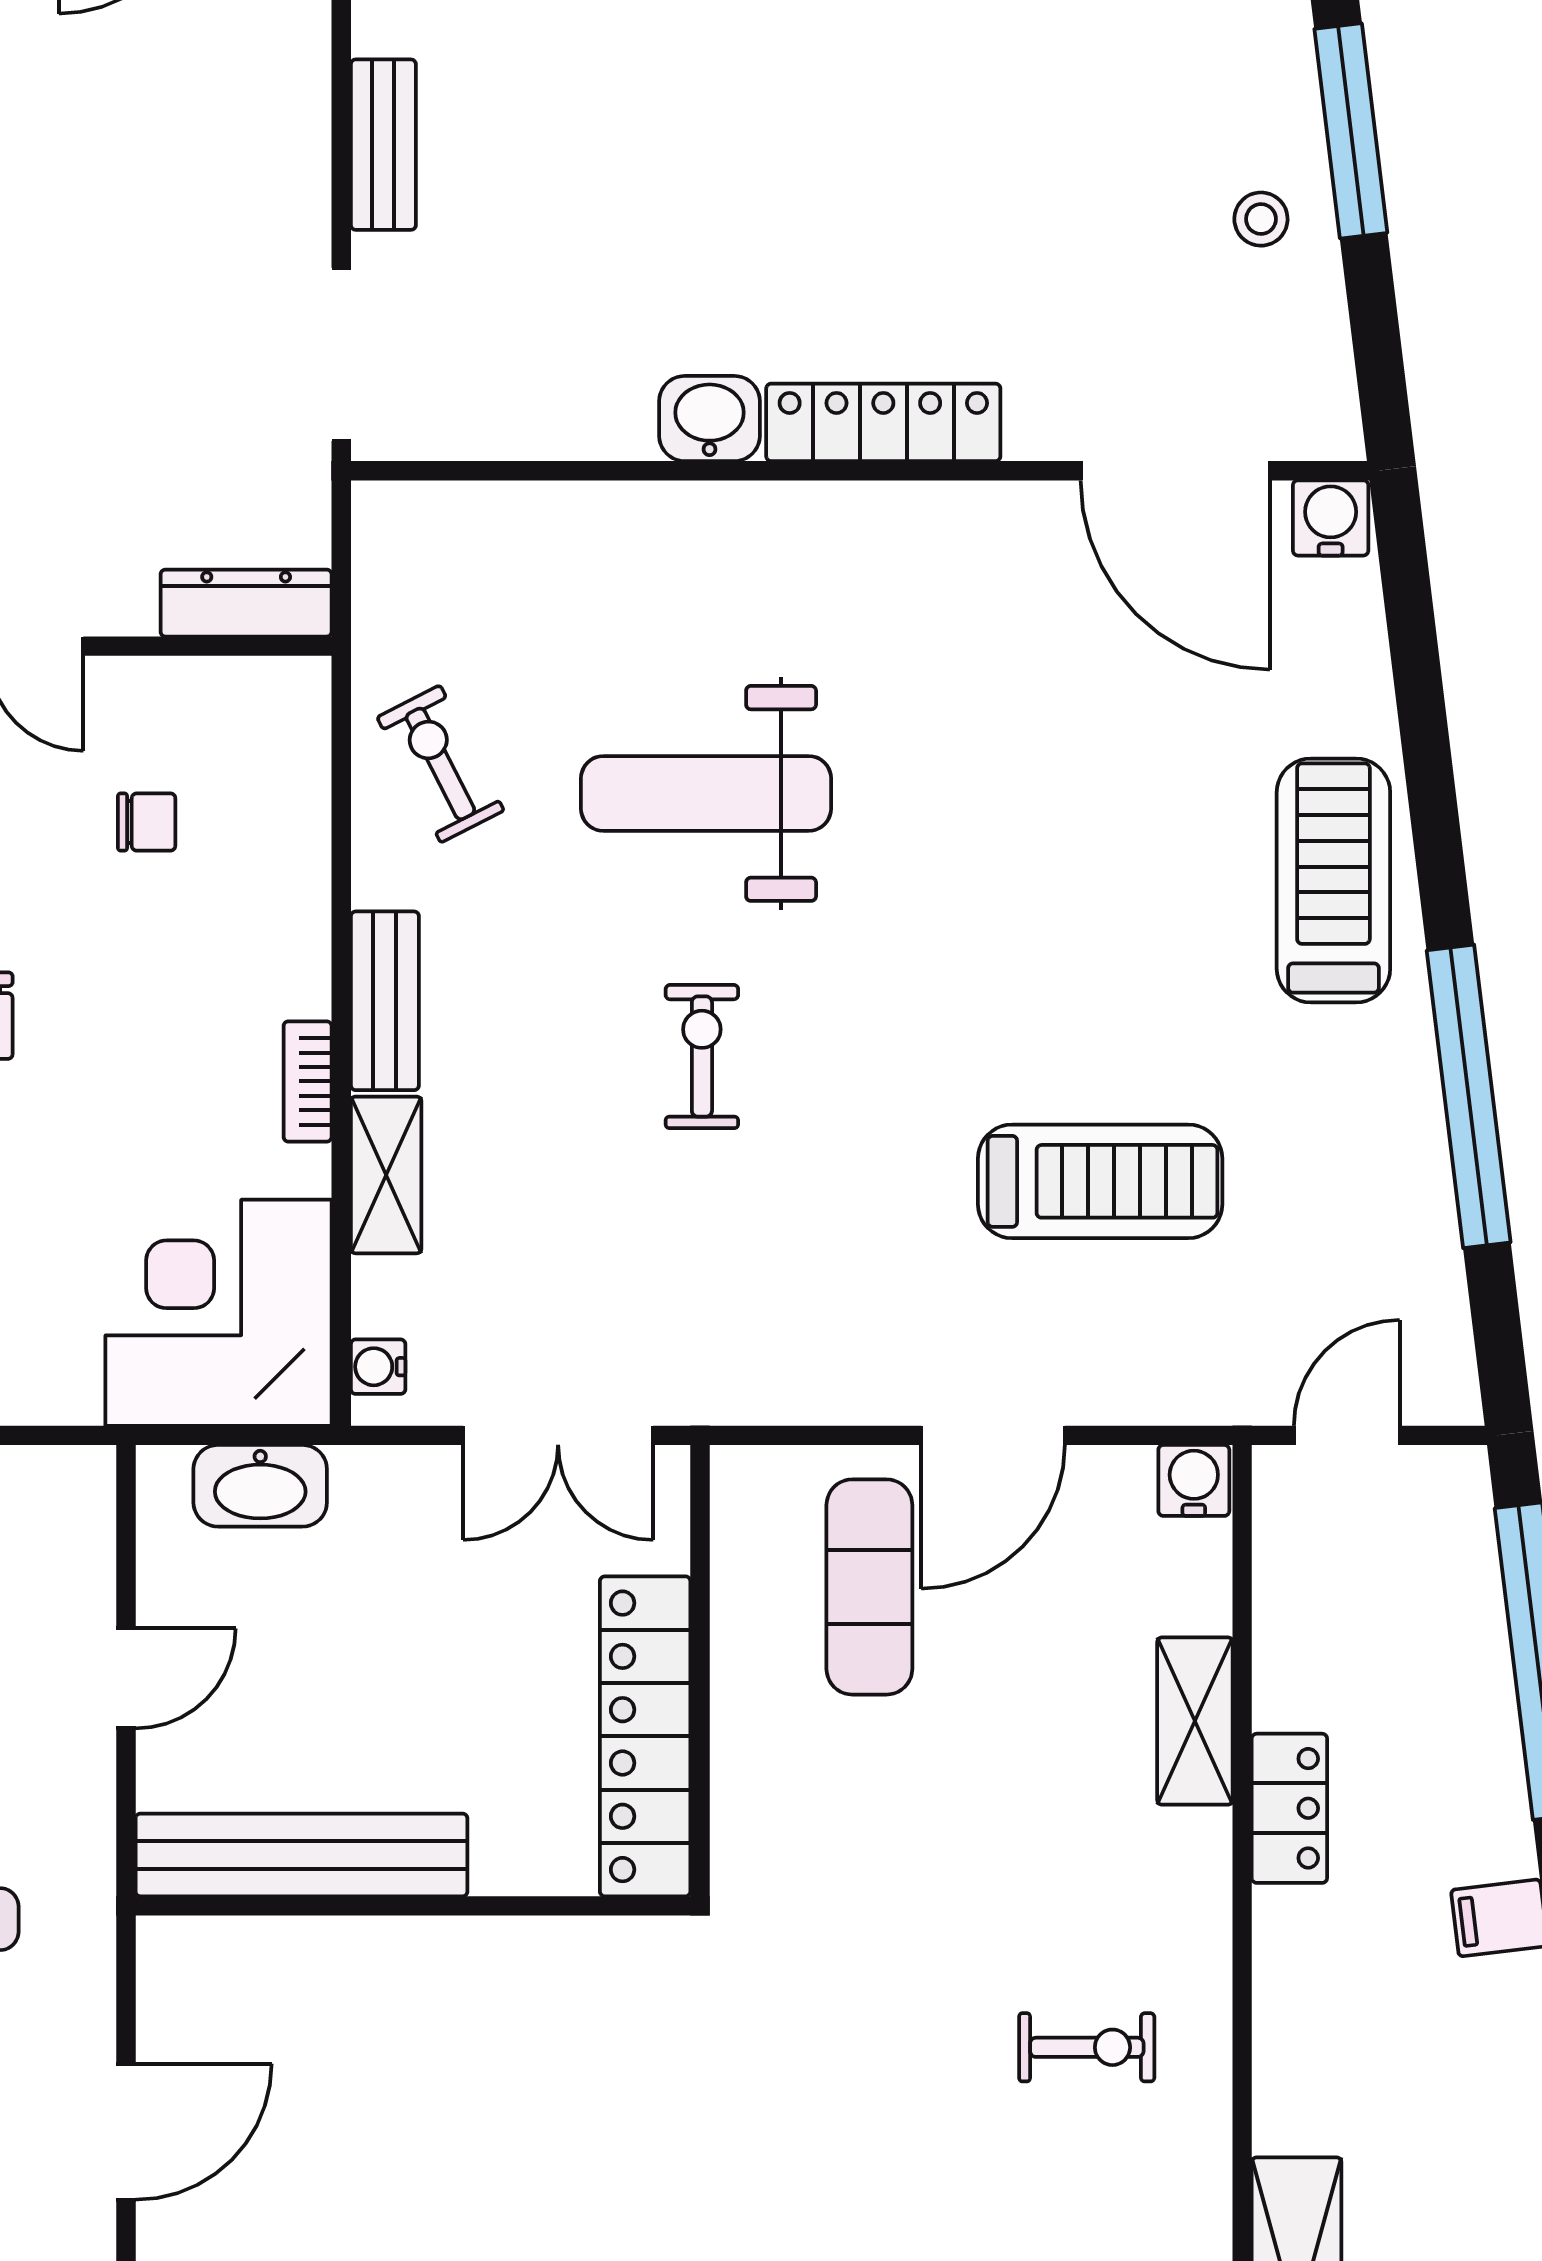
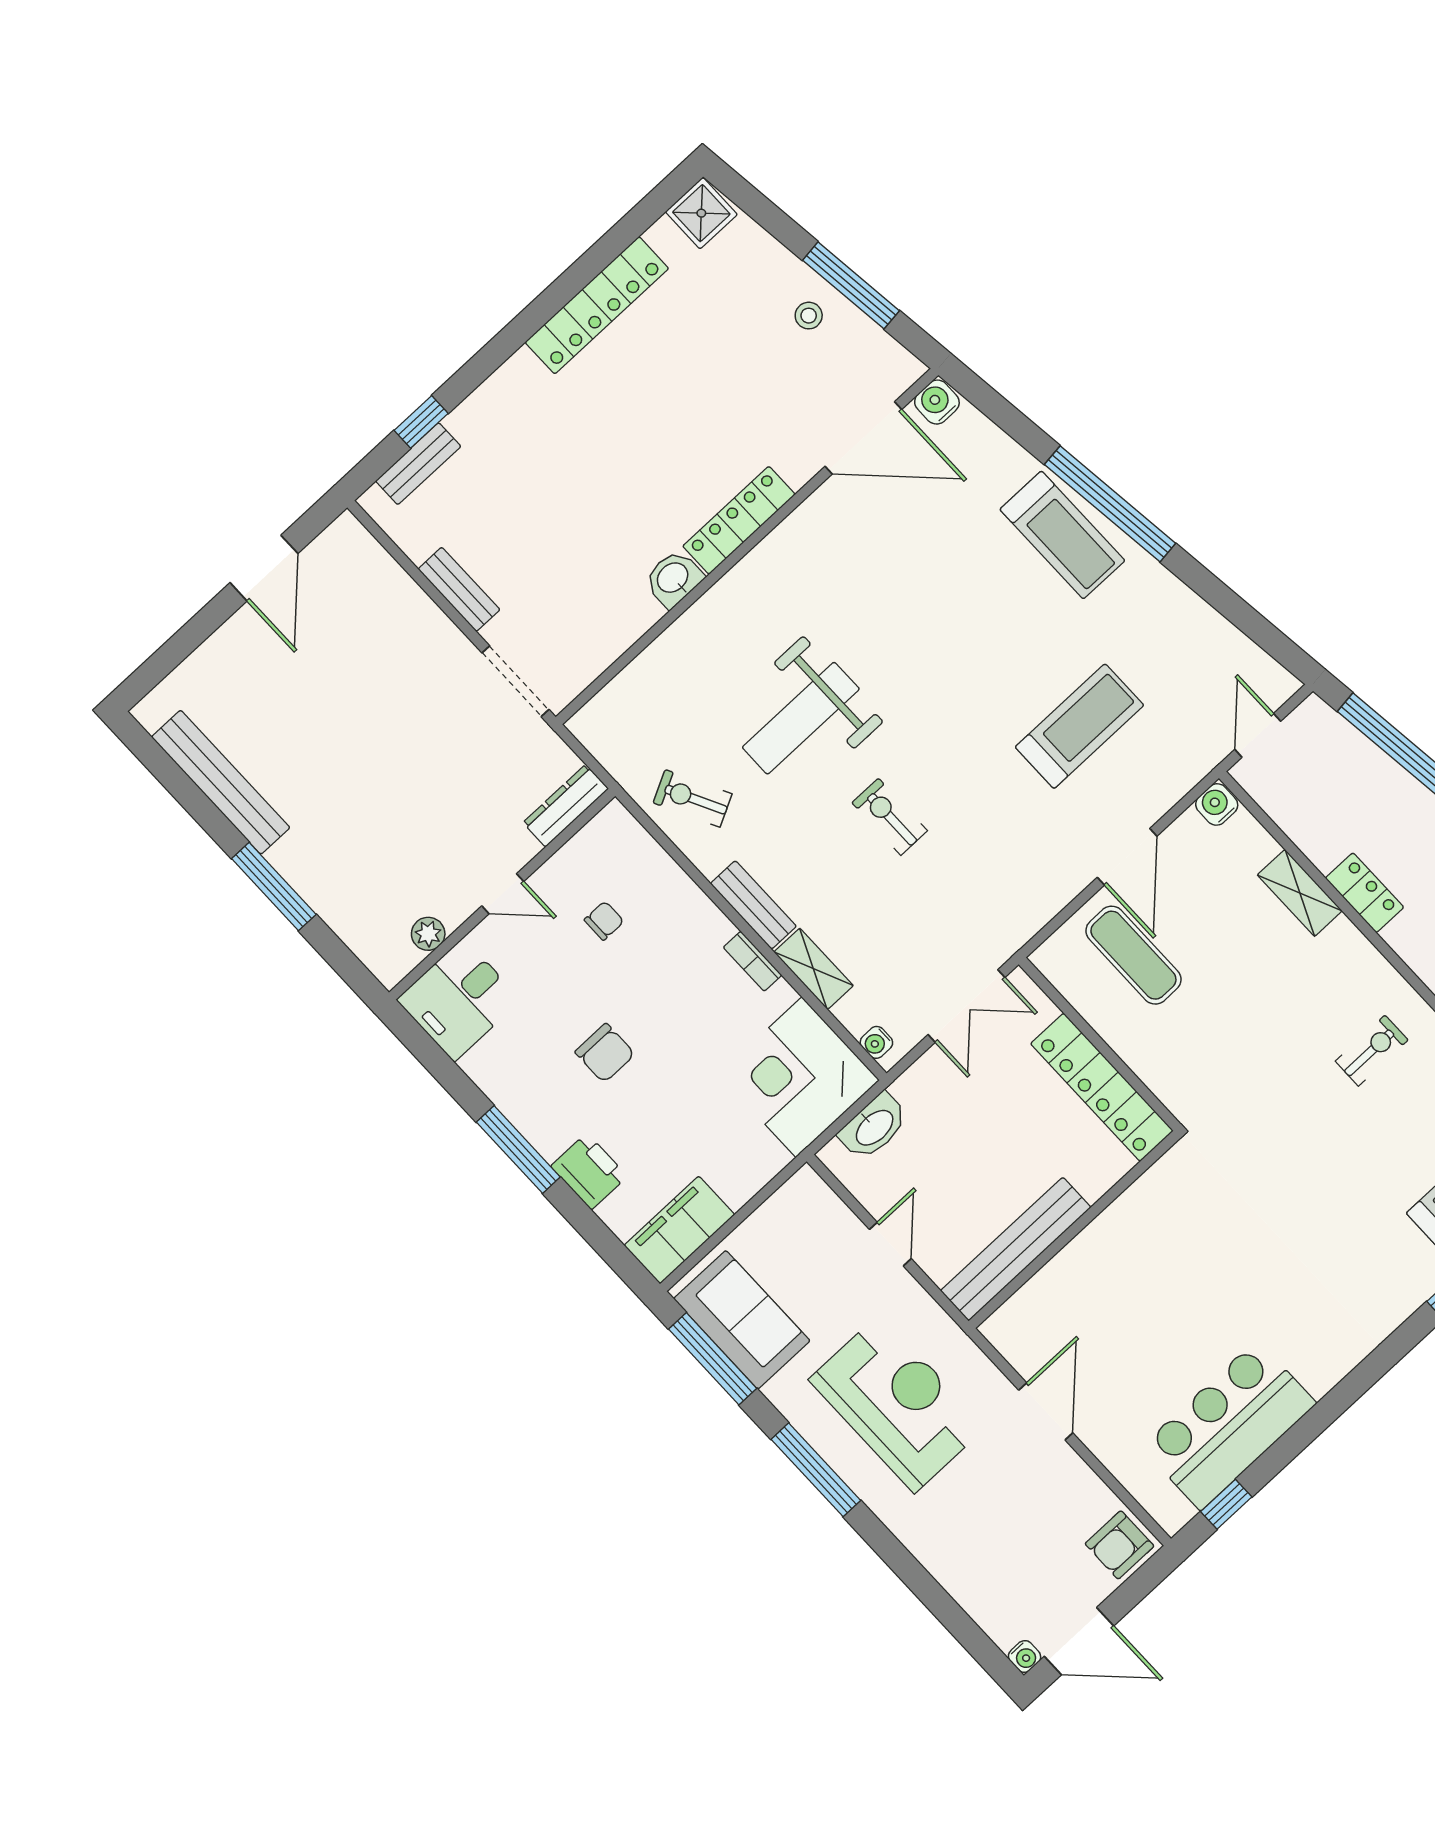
window: (1351, 131) -> (851, 285), moved
treadmill: (1333, 880) -> (1062, 535), turned 180
window: (1469, 1096) -> (1110, 504), moved

